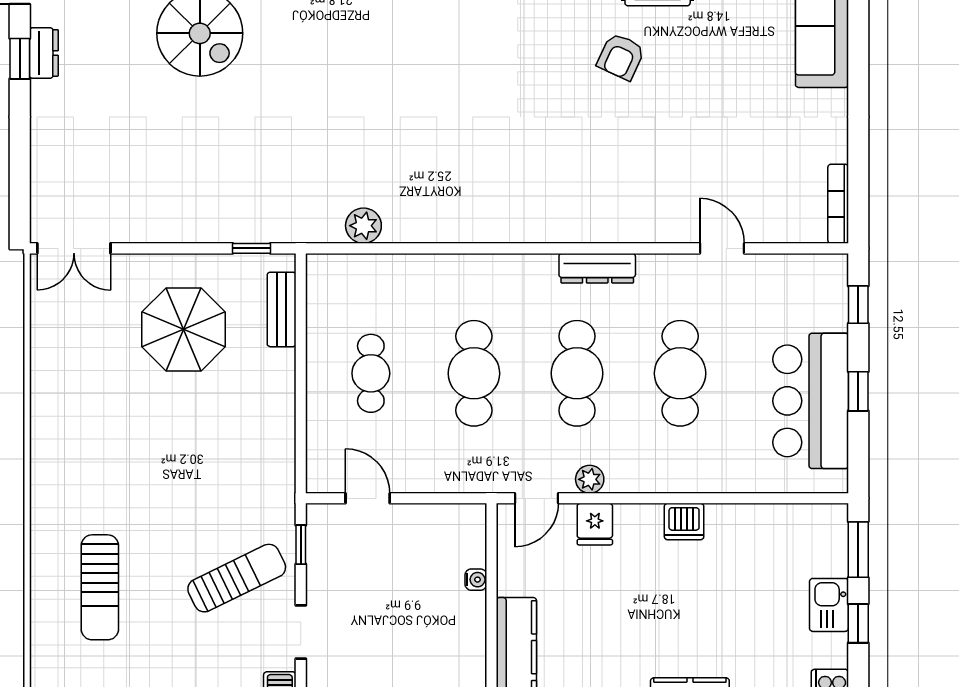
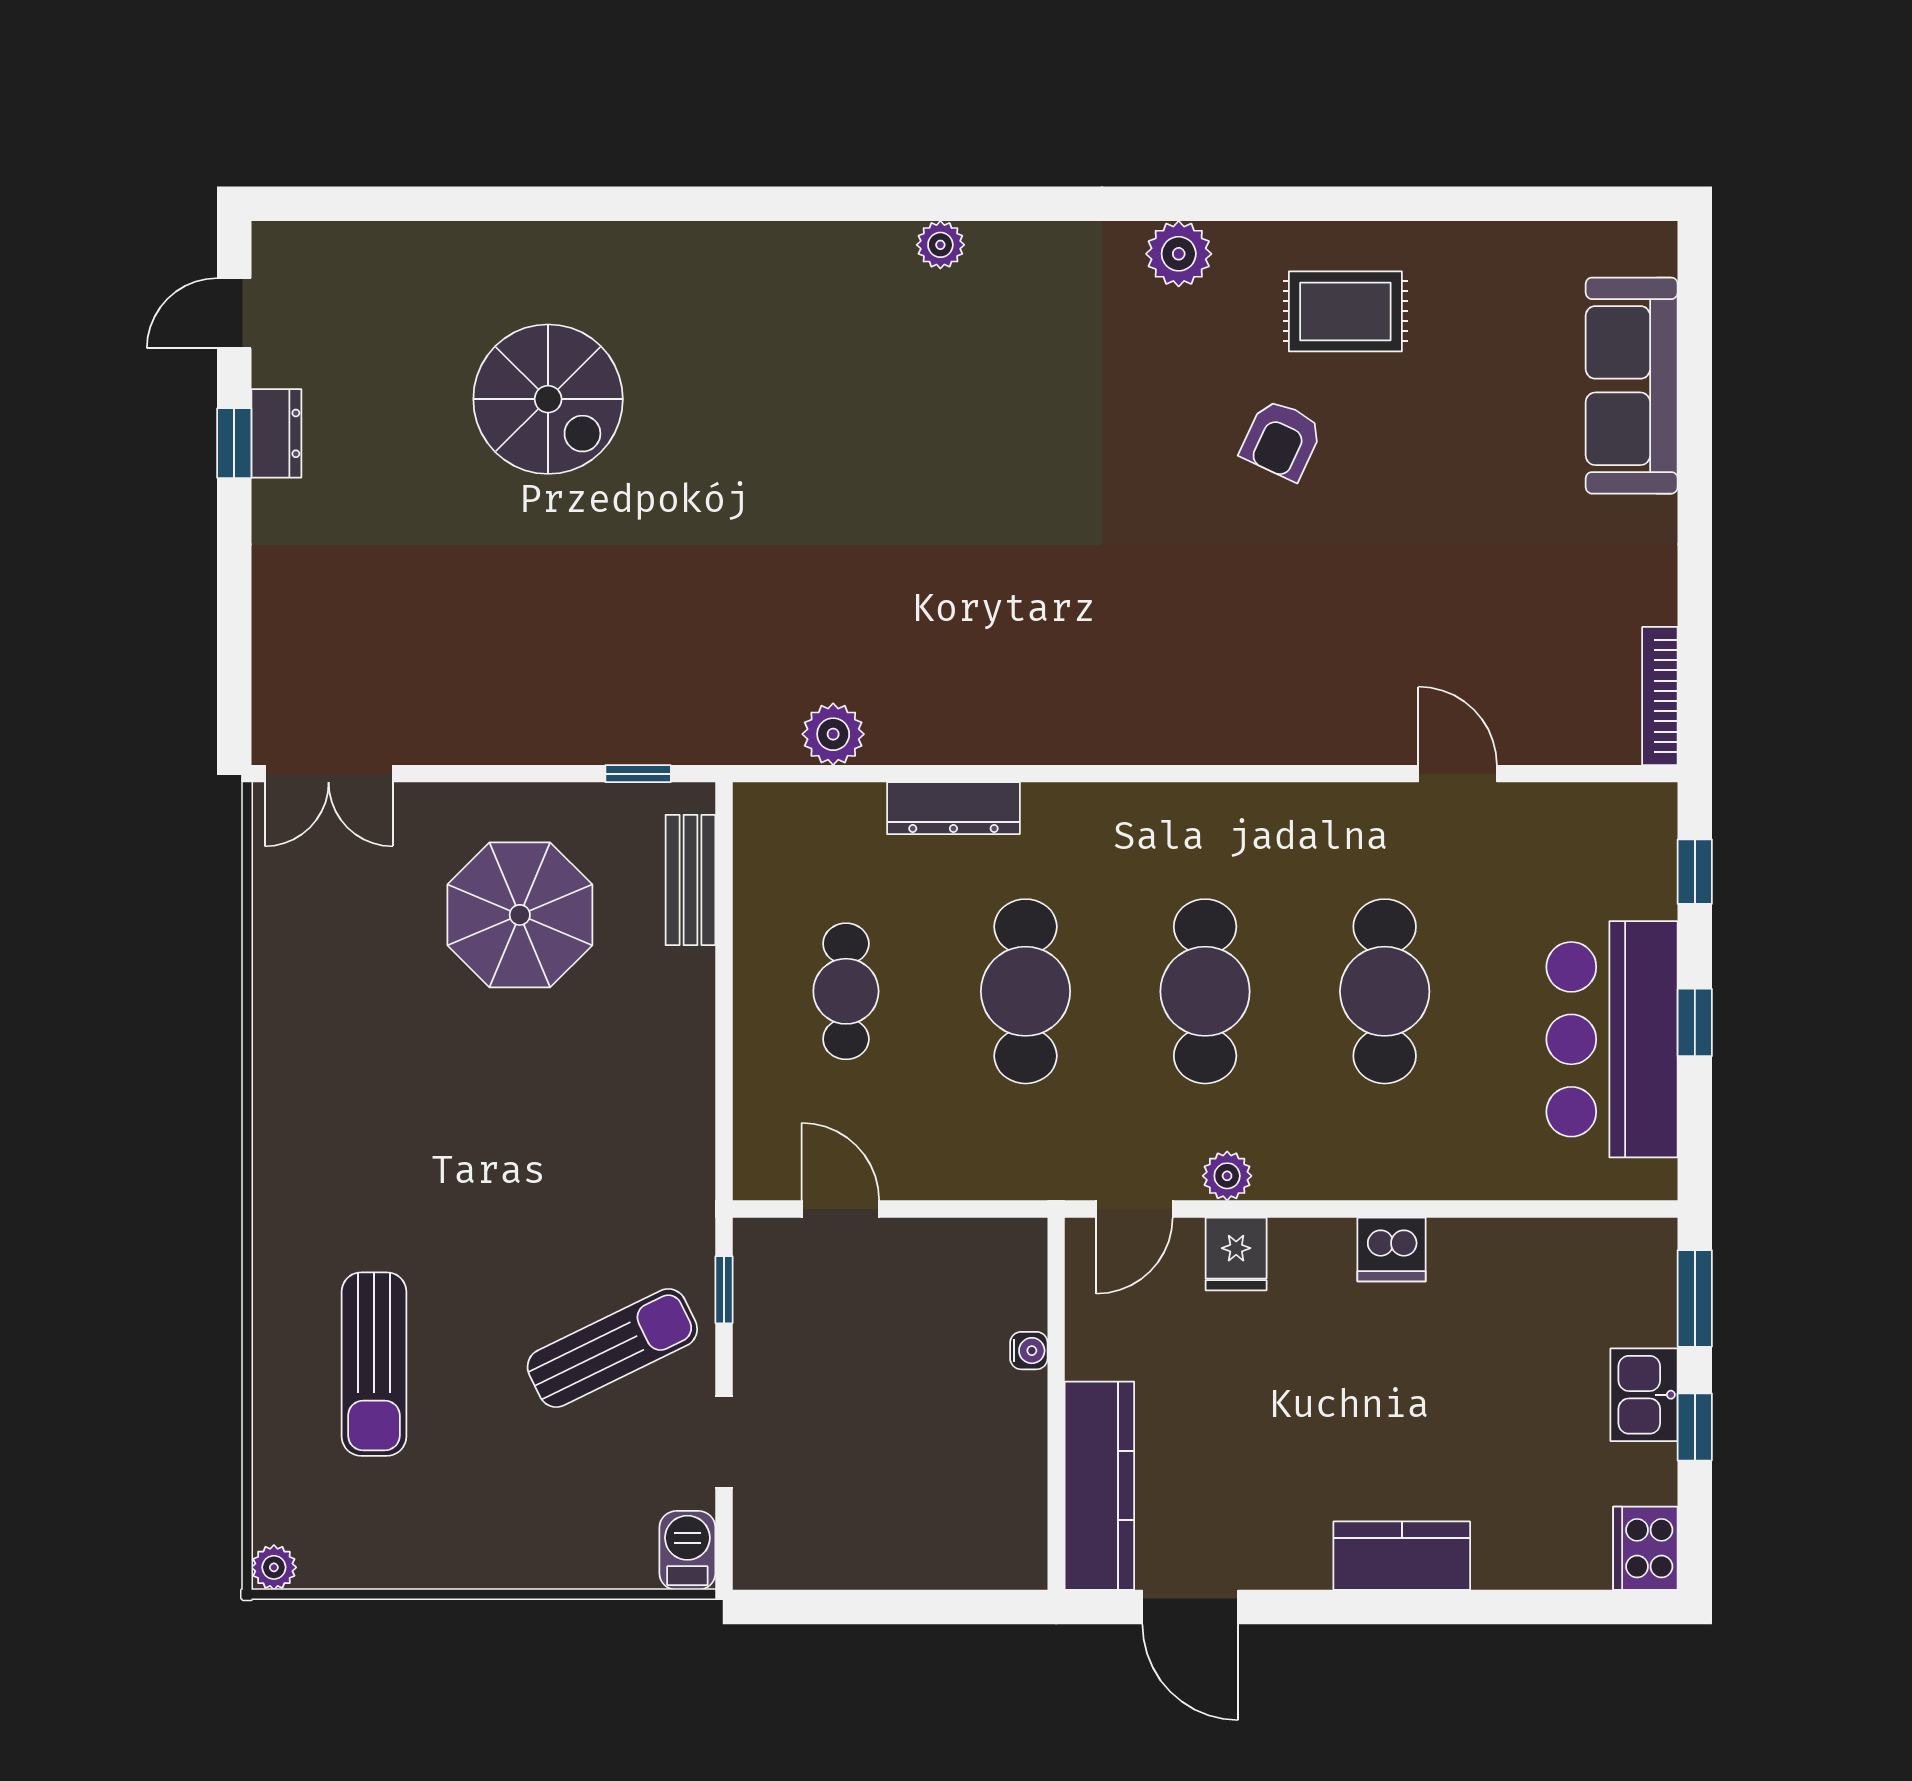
dresser: (597, 268) -> (953, 808), moved

